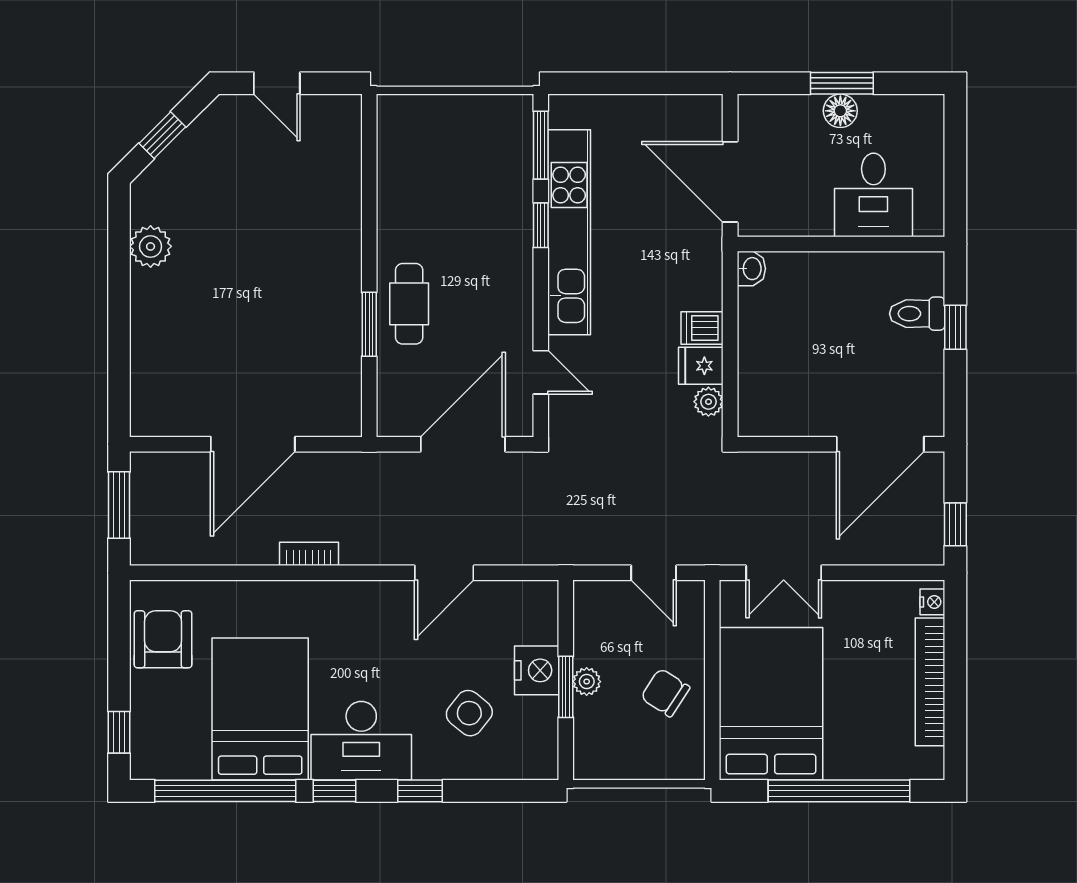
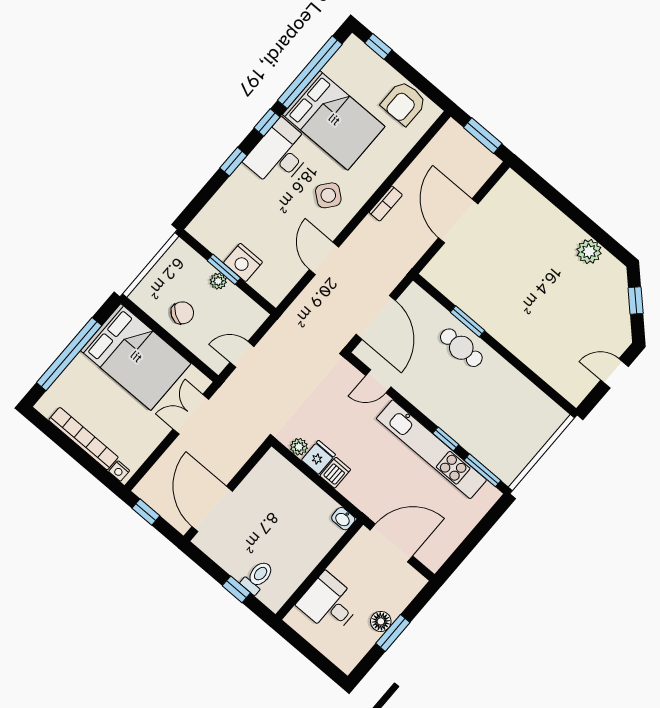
armchair: (163, 639) -> (404, 103), turned 90
side table: (469, 713) -> (328, 195), moved

